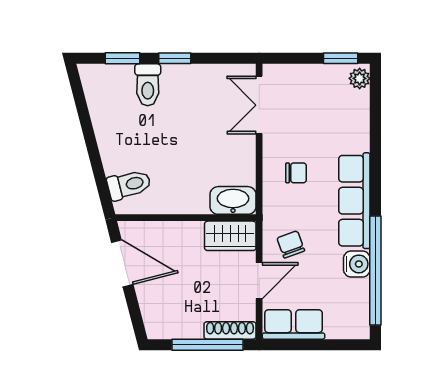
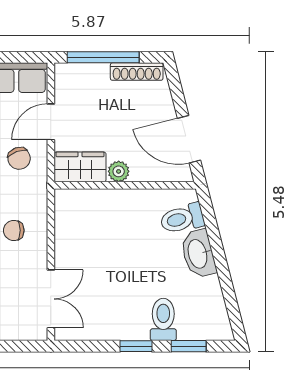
washbasin: (233, 200) -> (198, 254), moved, turned 76
plant: (192, 231) -> (119, 171), added
shoe rack: (230, 330) -> (137, 72), moved

